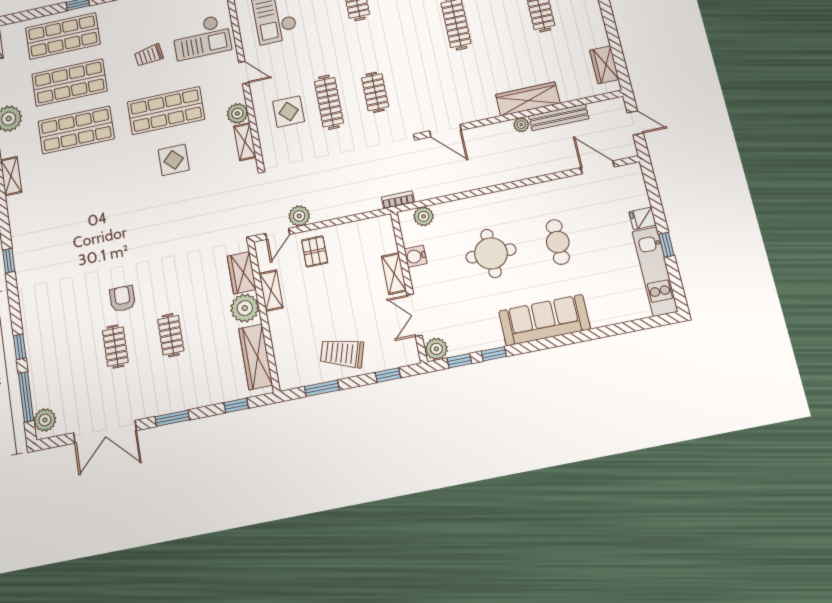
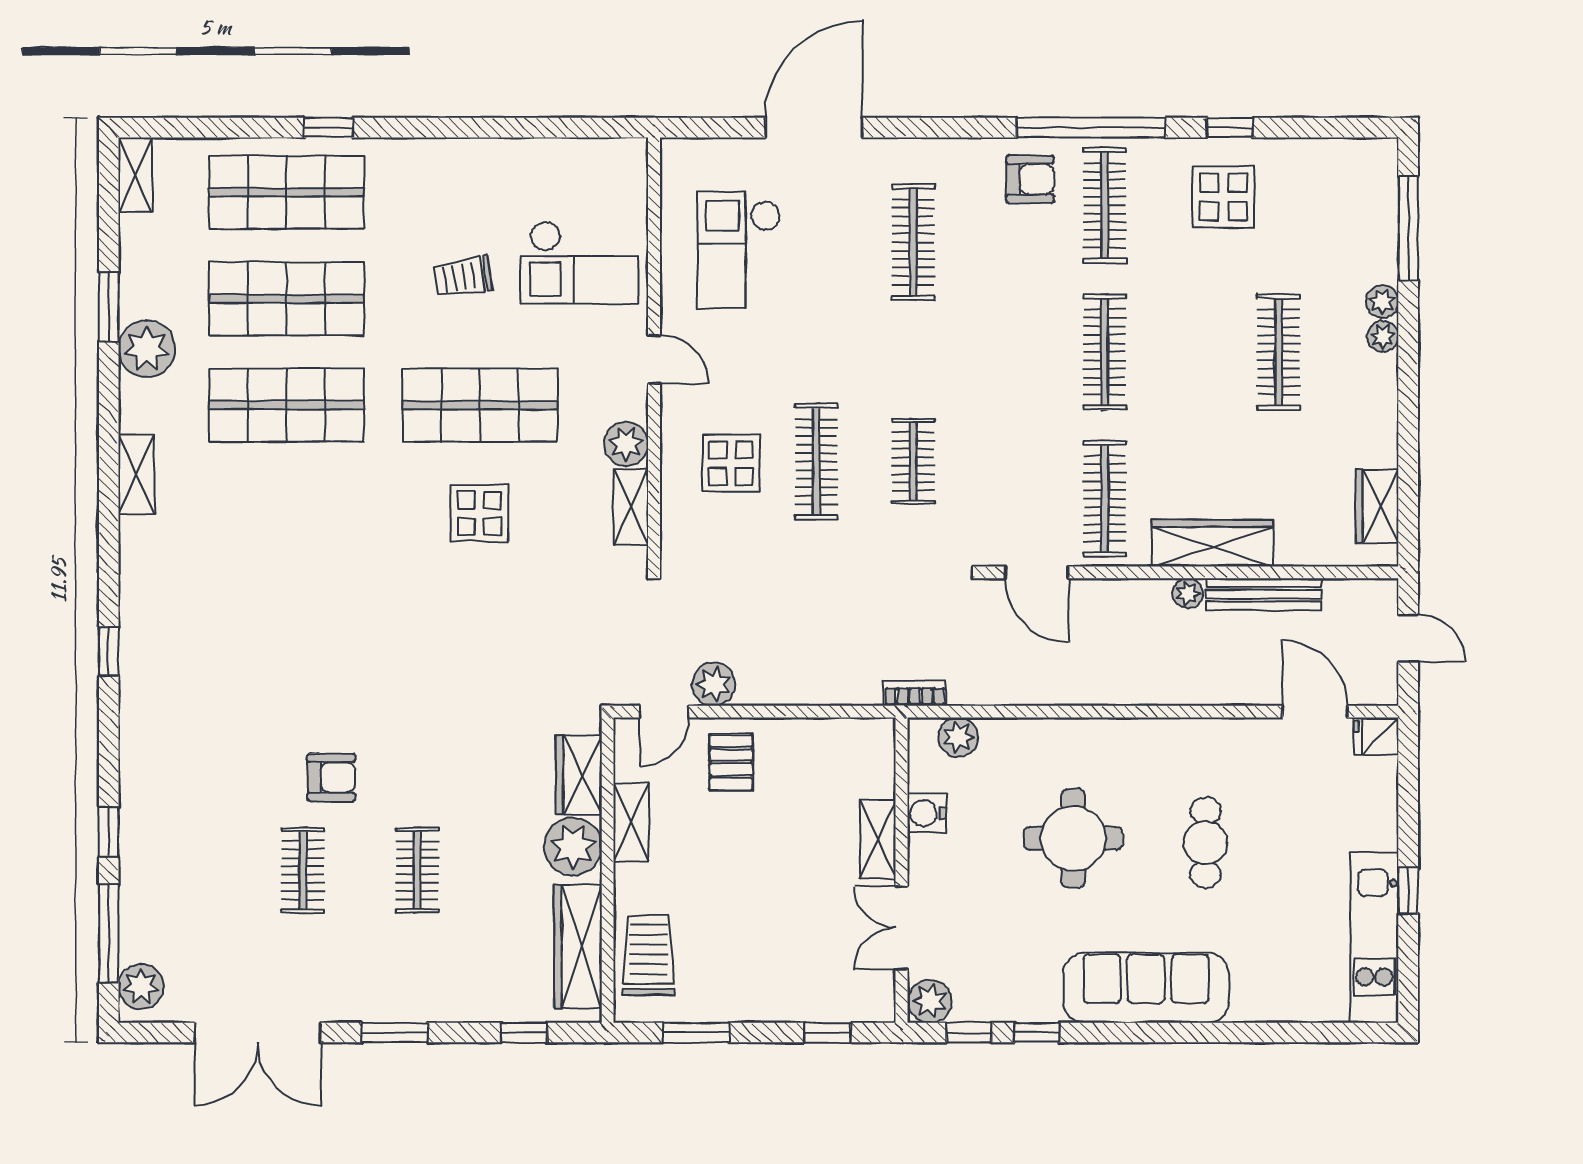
clothes rail: (471, 89) -> (1105, 499), added
fridge: (642, 218) -> (1376, 736), moved
armchair: (122, 299) -> (331, 777), turned 90
trolley: (342, 353) -> (649, 955), moved, turned 73

